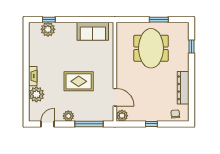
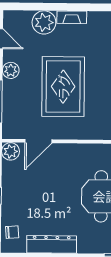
rug: (79, 81) -> (63, 87), width x1.37, depth x1.44

